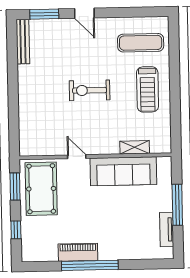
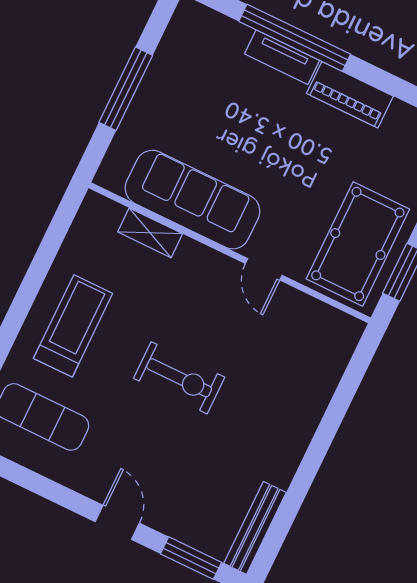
tv unit: (167, 229) -> (282, 57), moved, turned 90
window: (90, 265) -> (295, 38), moved

